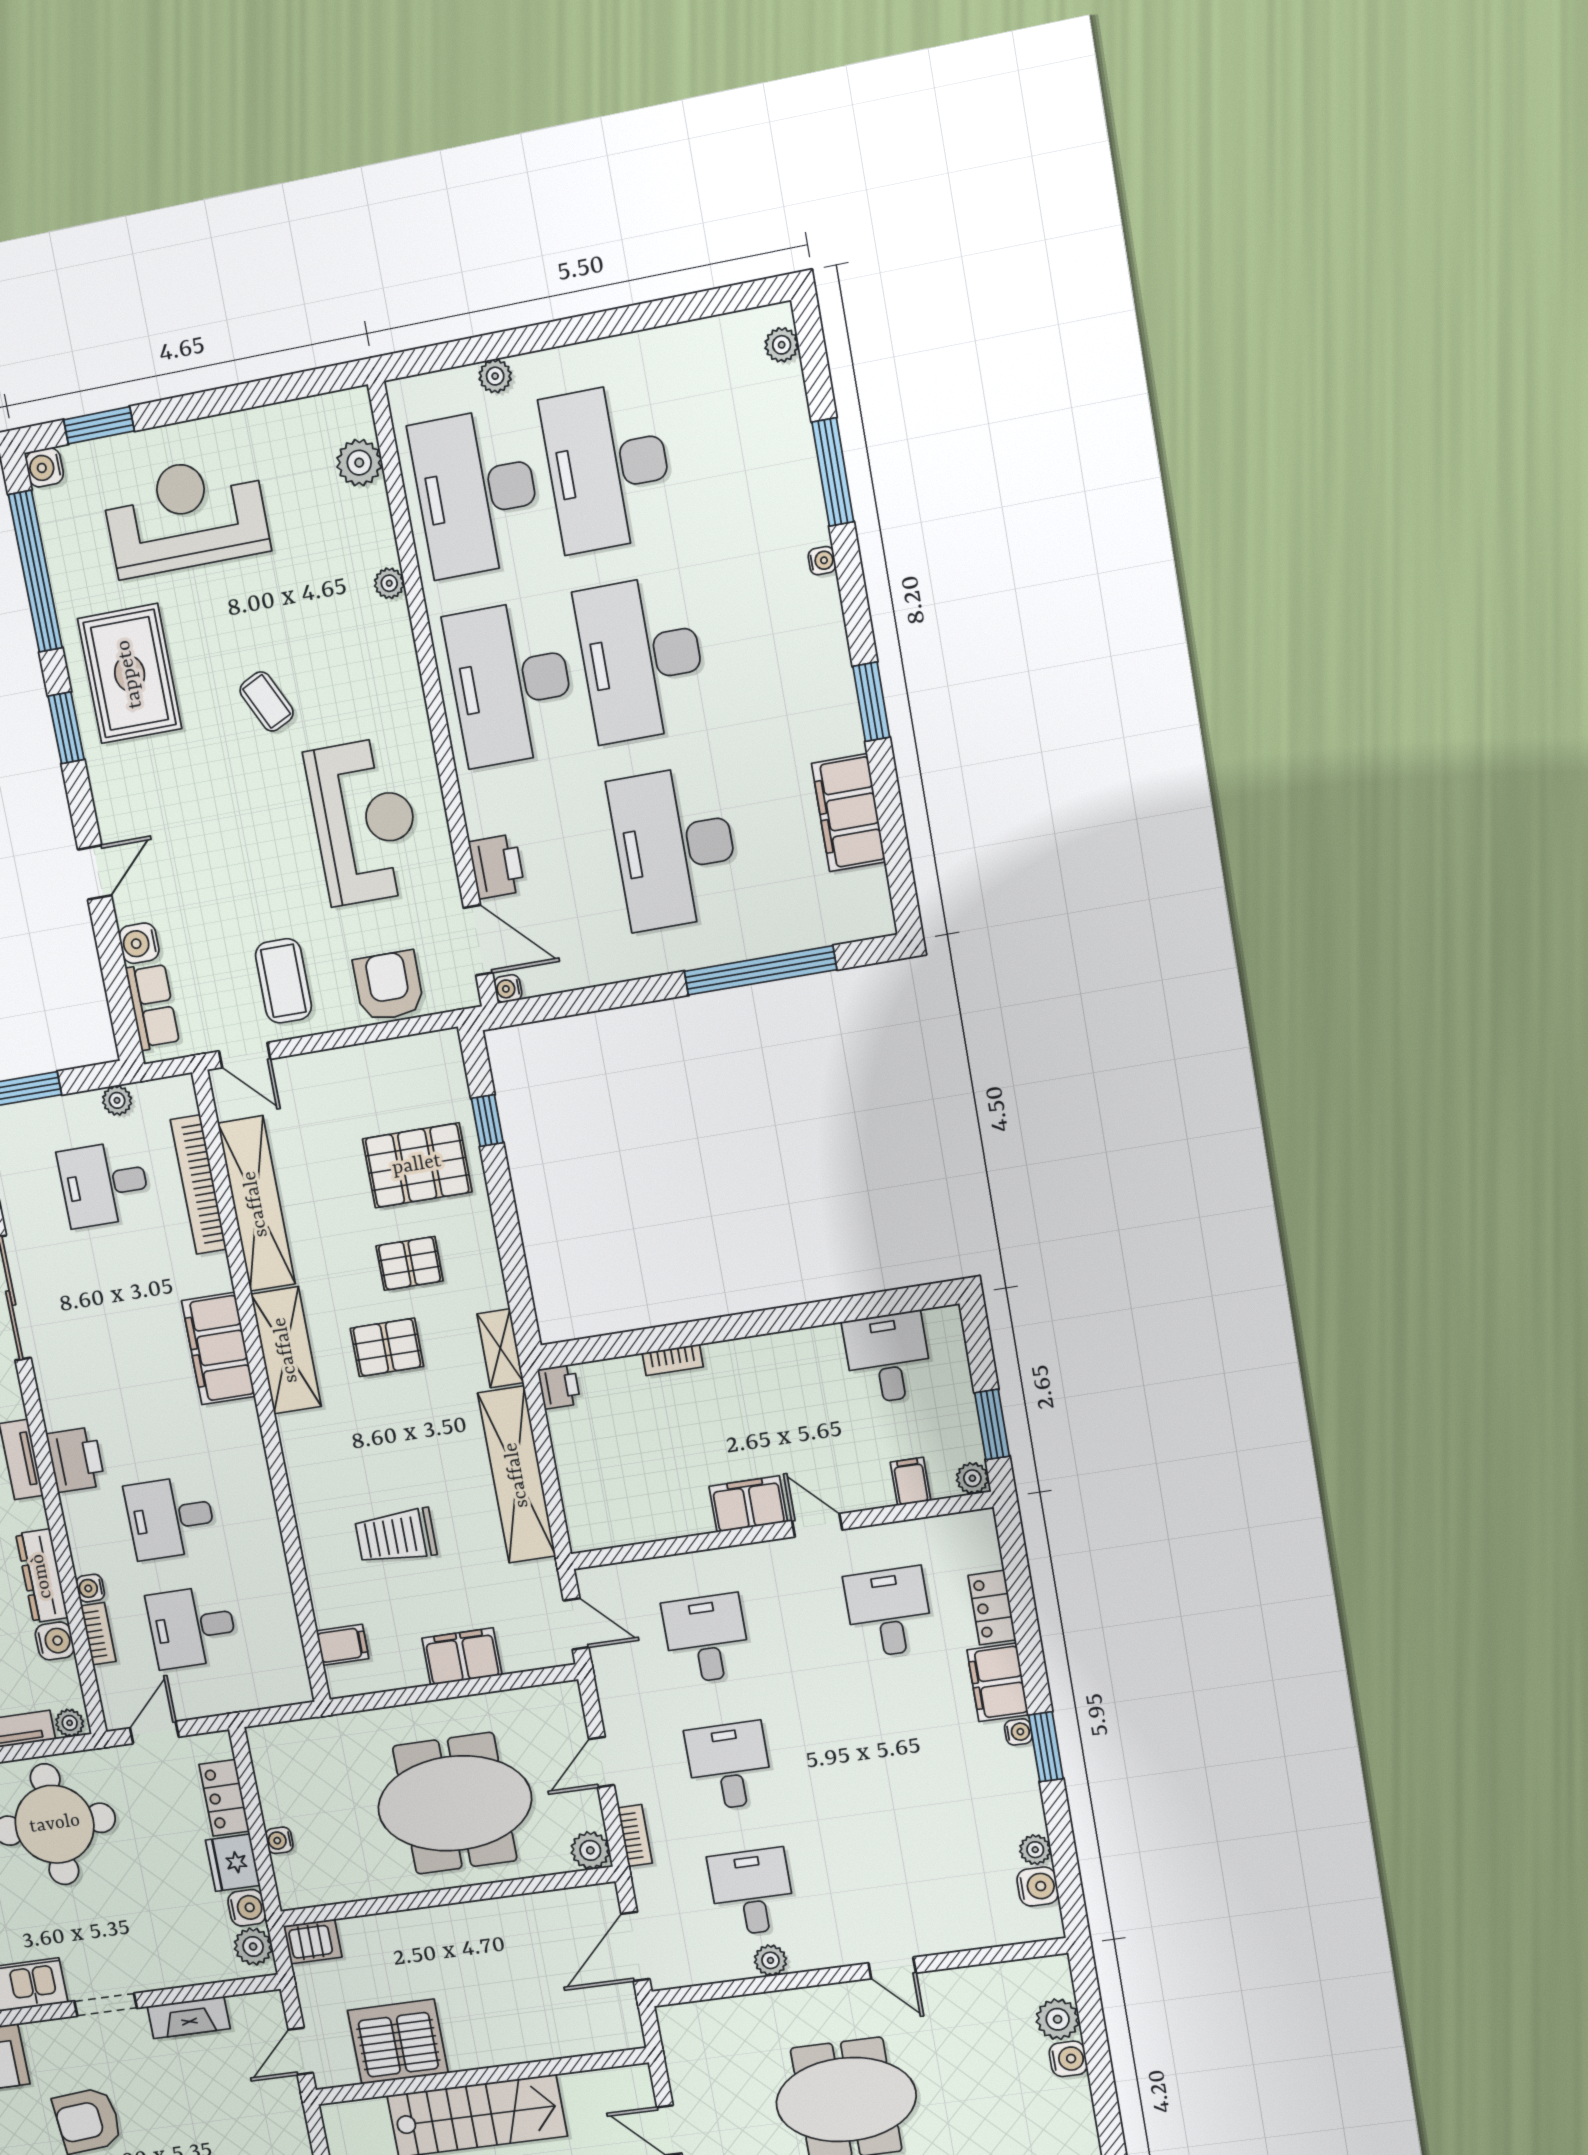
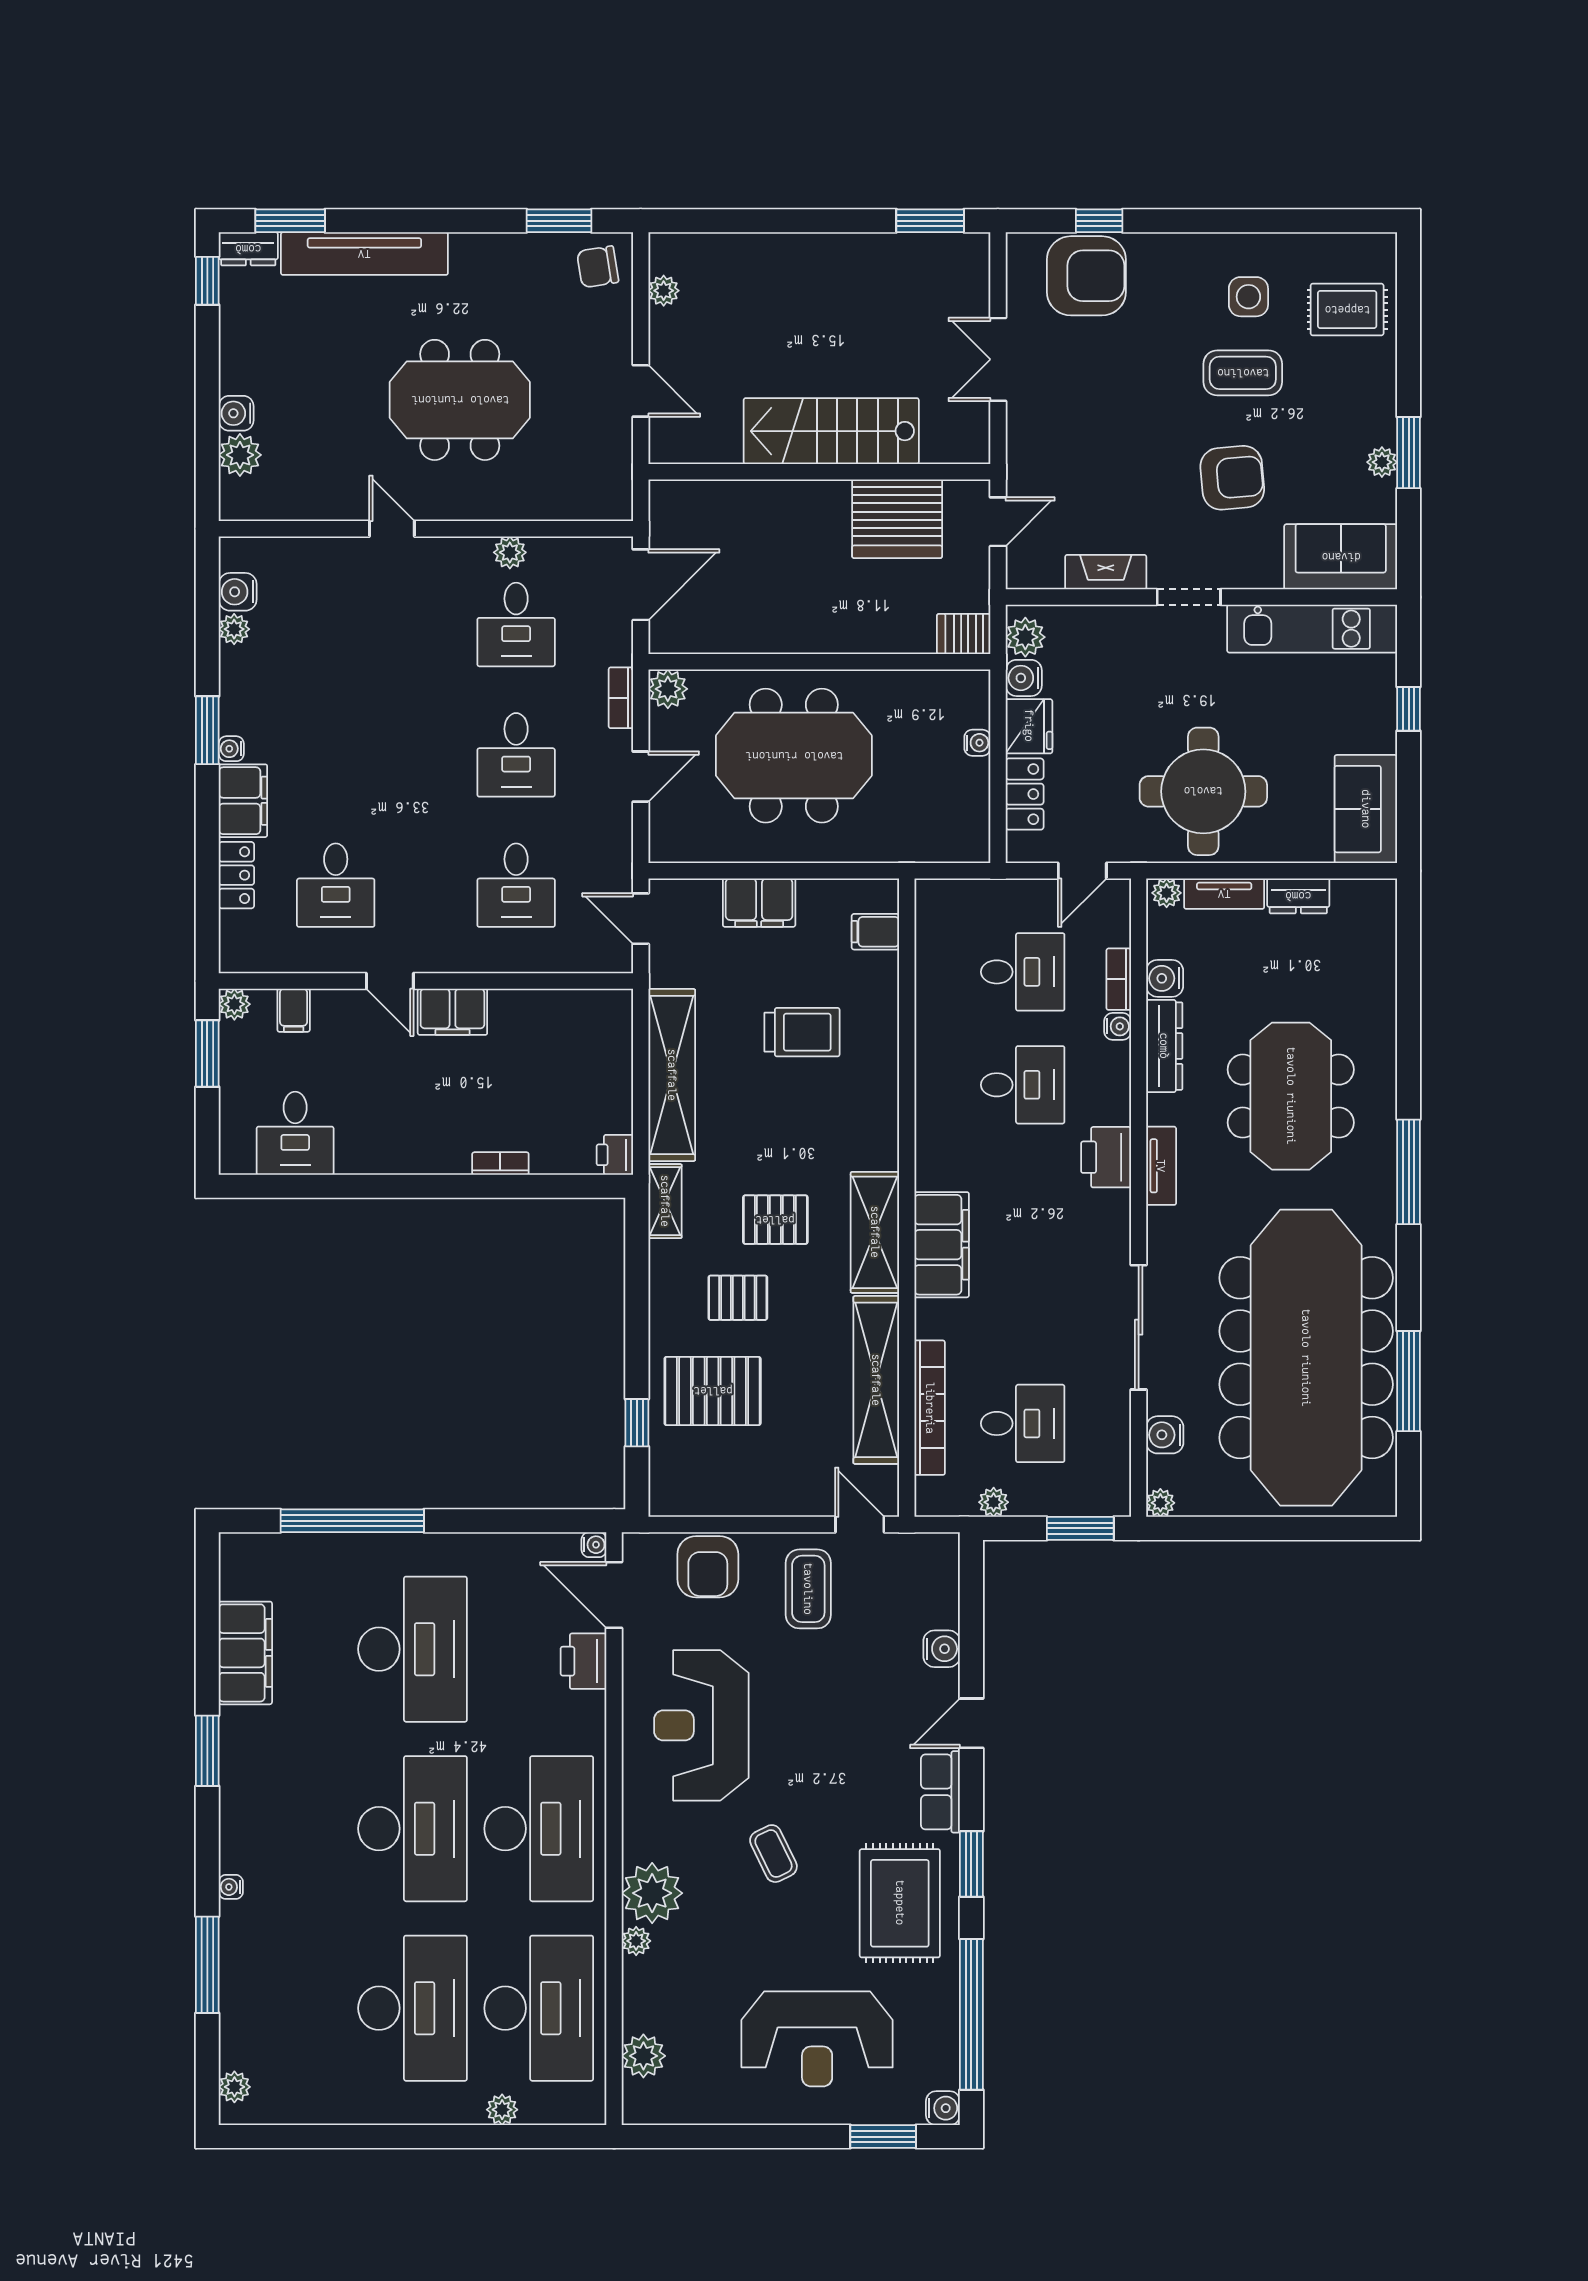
plant: (382, 637) -> (652, 1893), added
row of seats: (153, 1006) -> (940, 1792), moved

